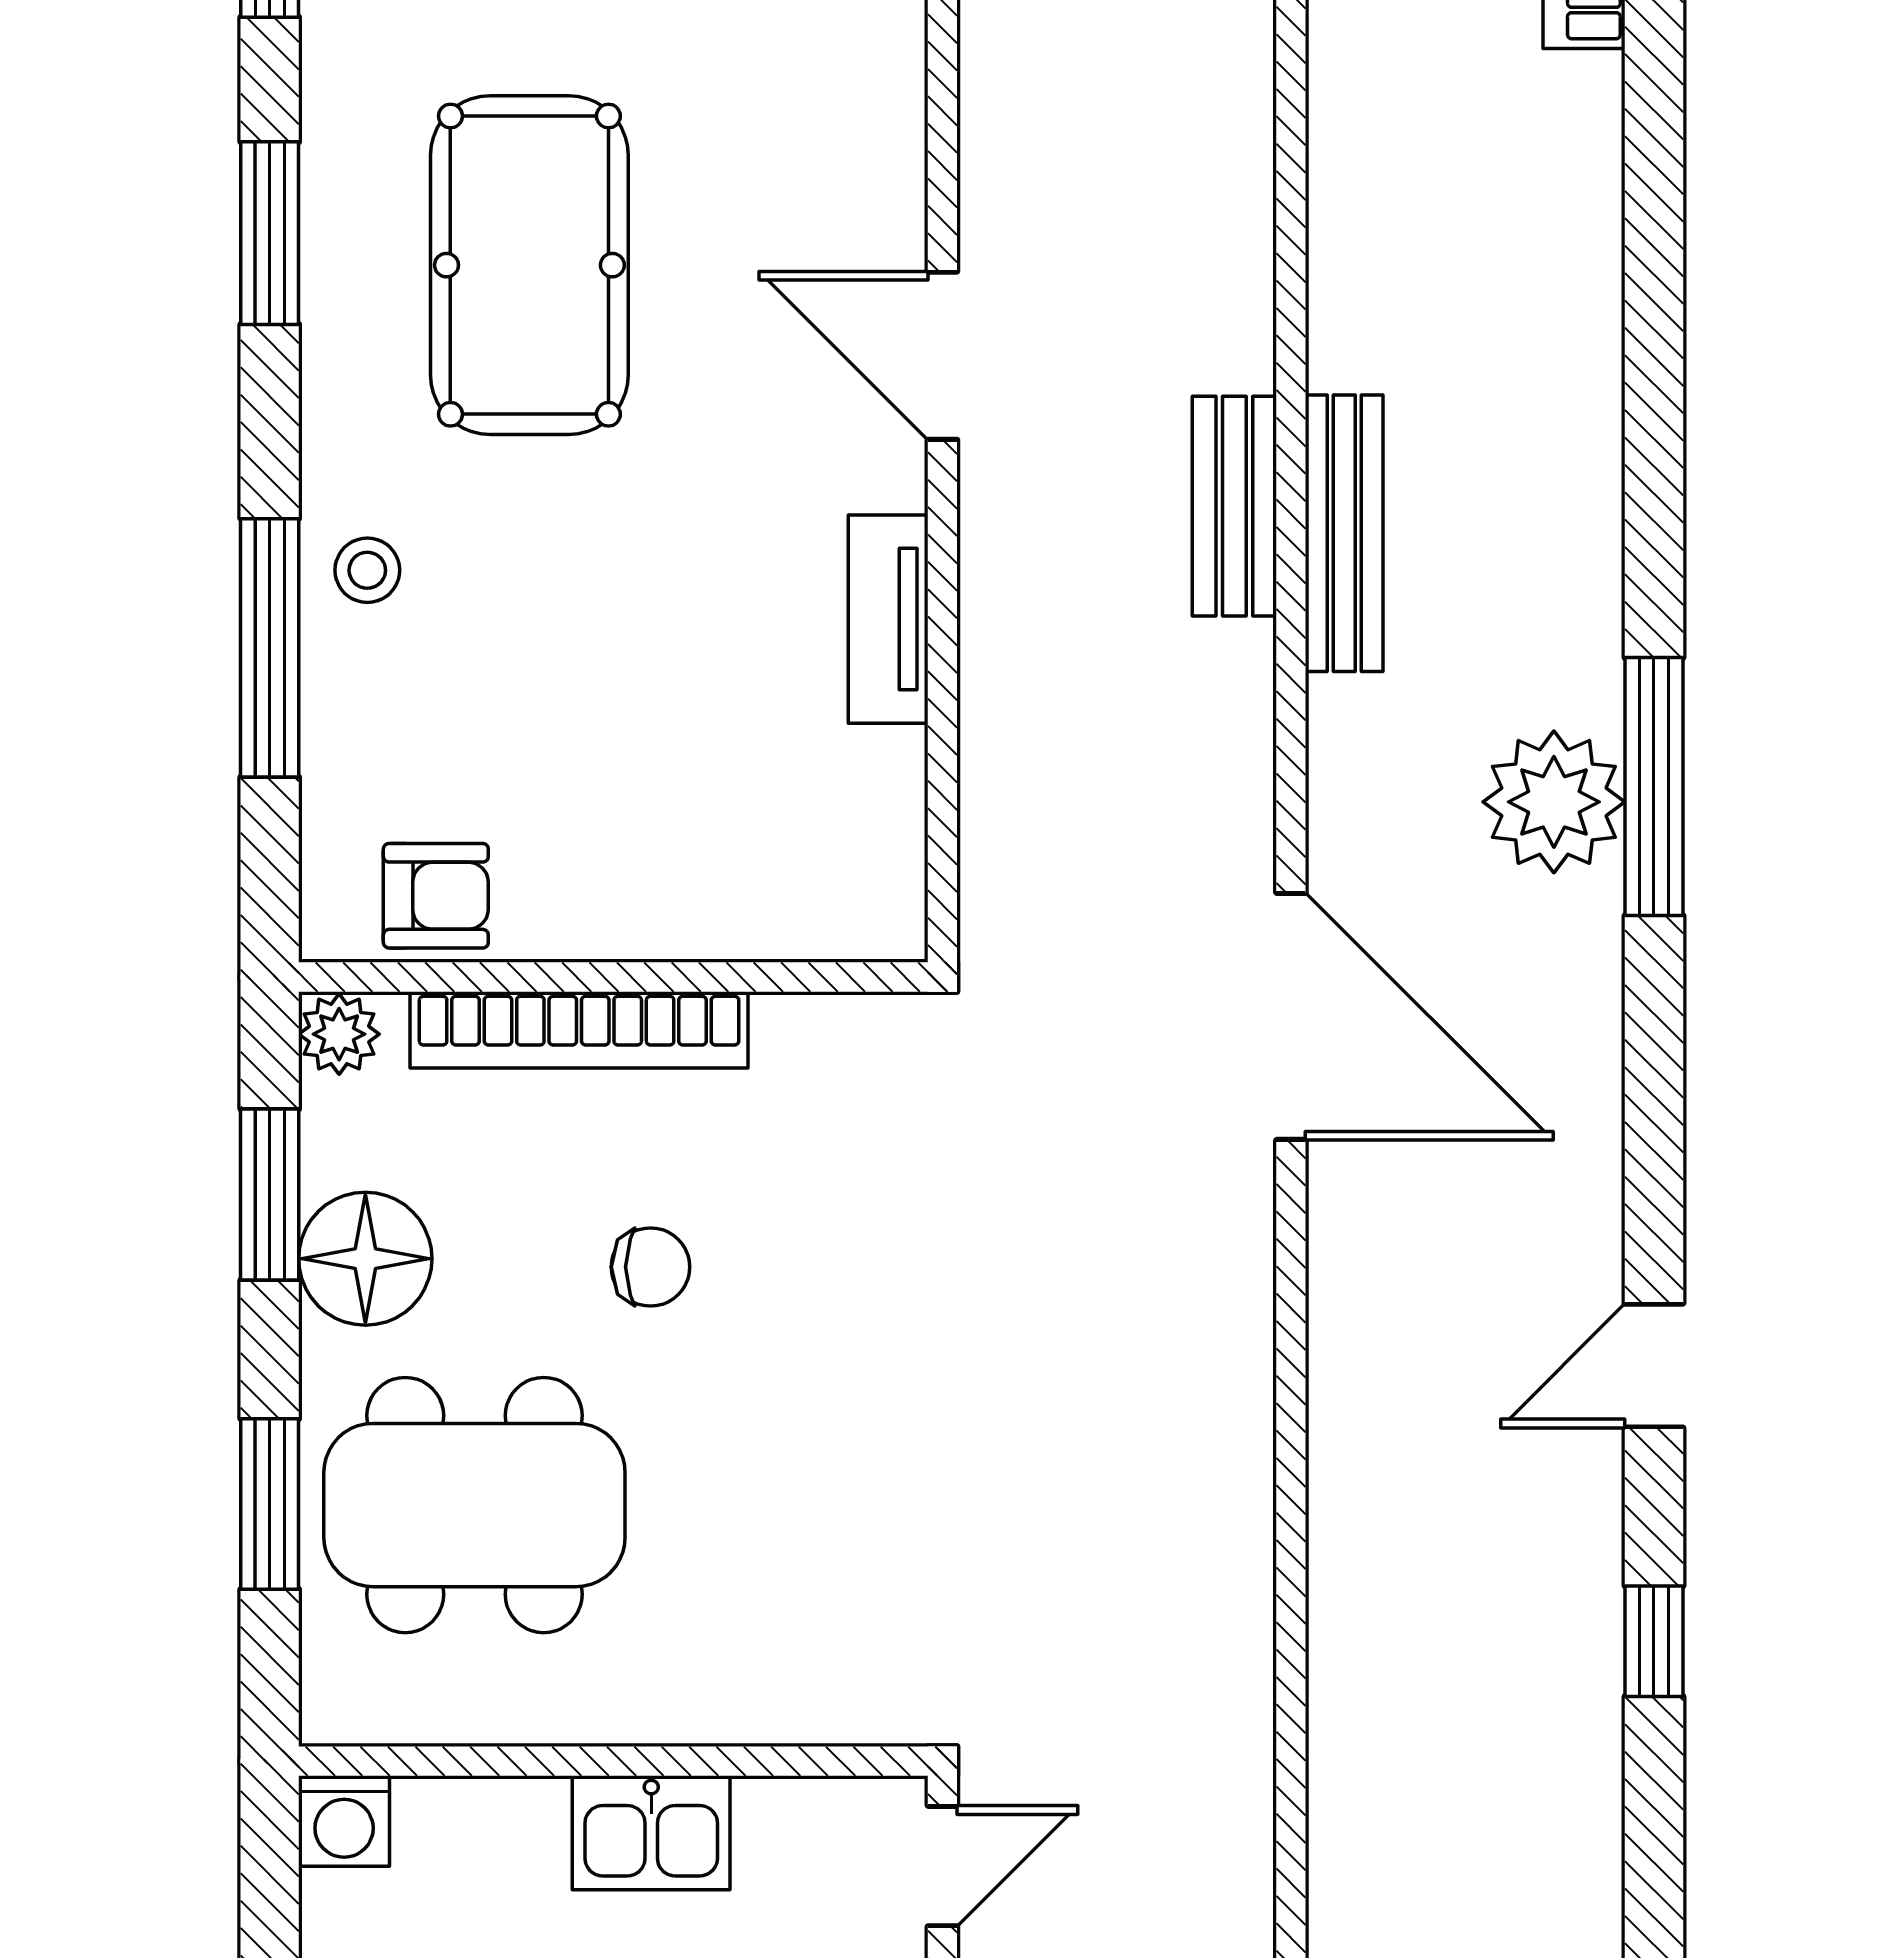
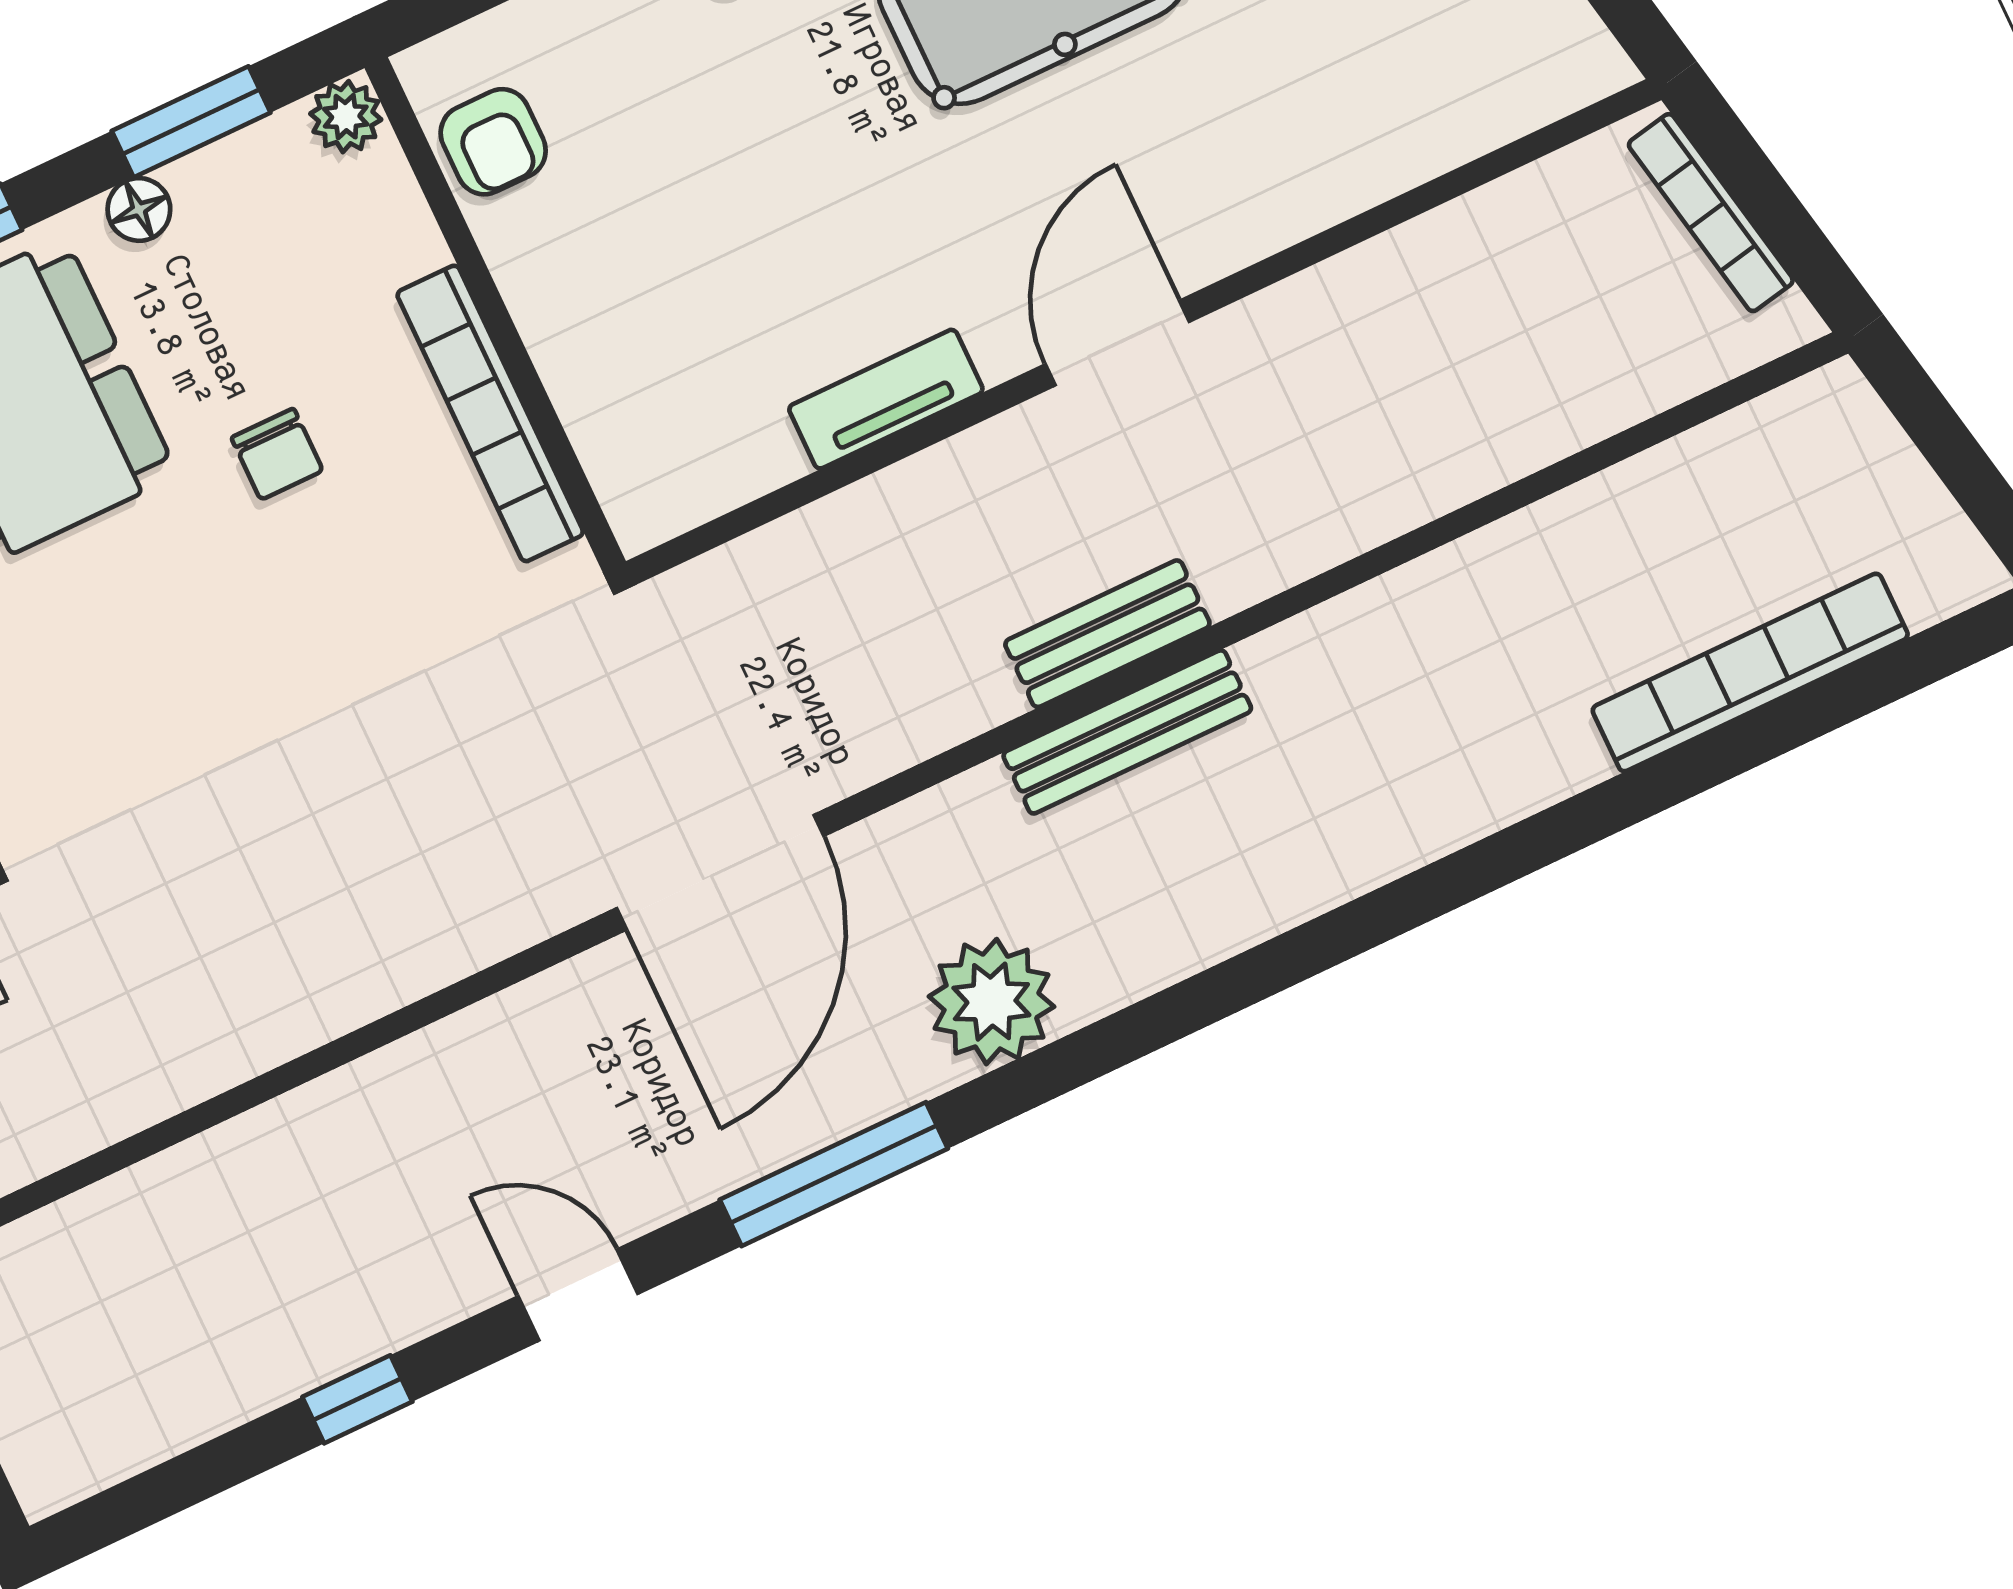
window: (1654, 787) -> (834, 1174), moved
bookcase: (579, 1030) -> (490, 413), moved
floor lamp: (365, 1259) -> (139, 209), width x0.53, depth x0.53

